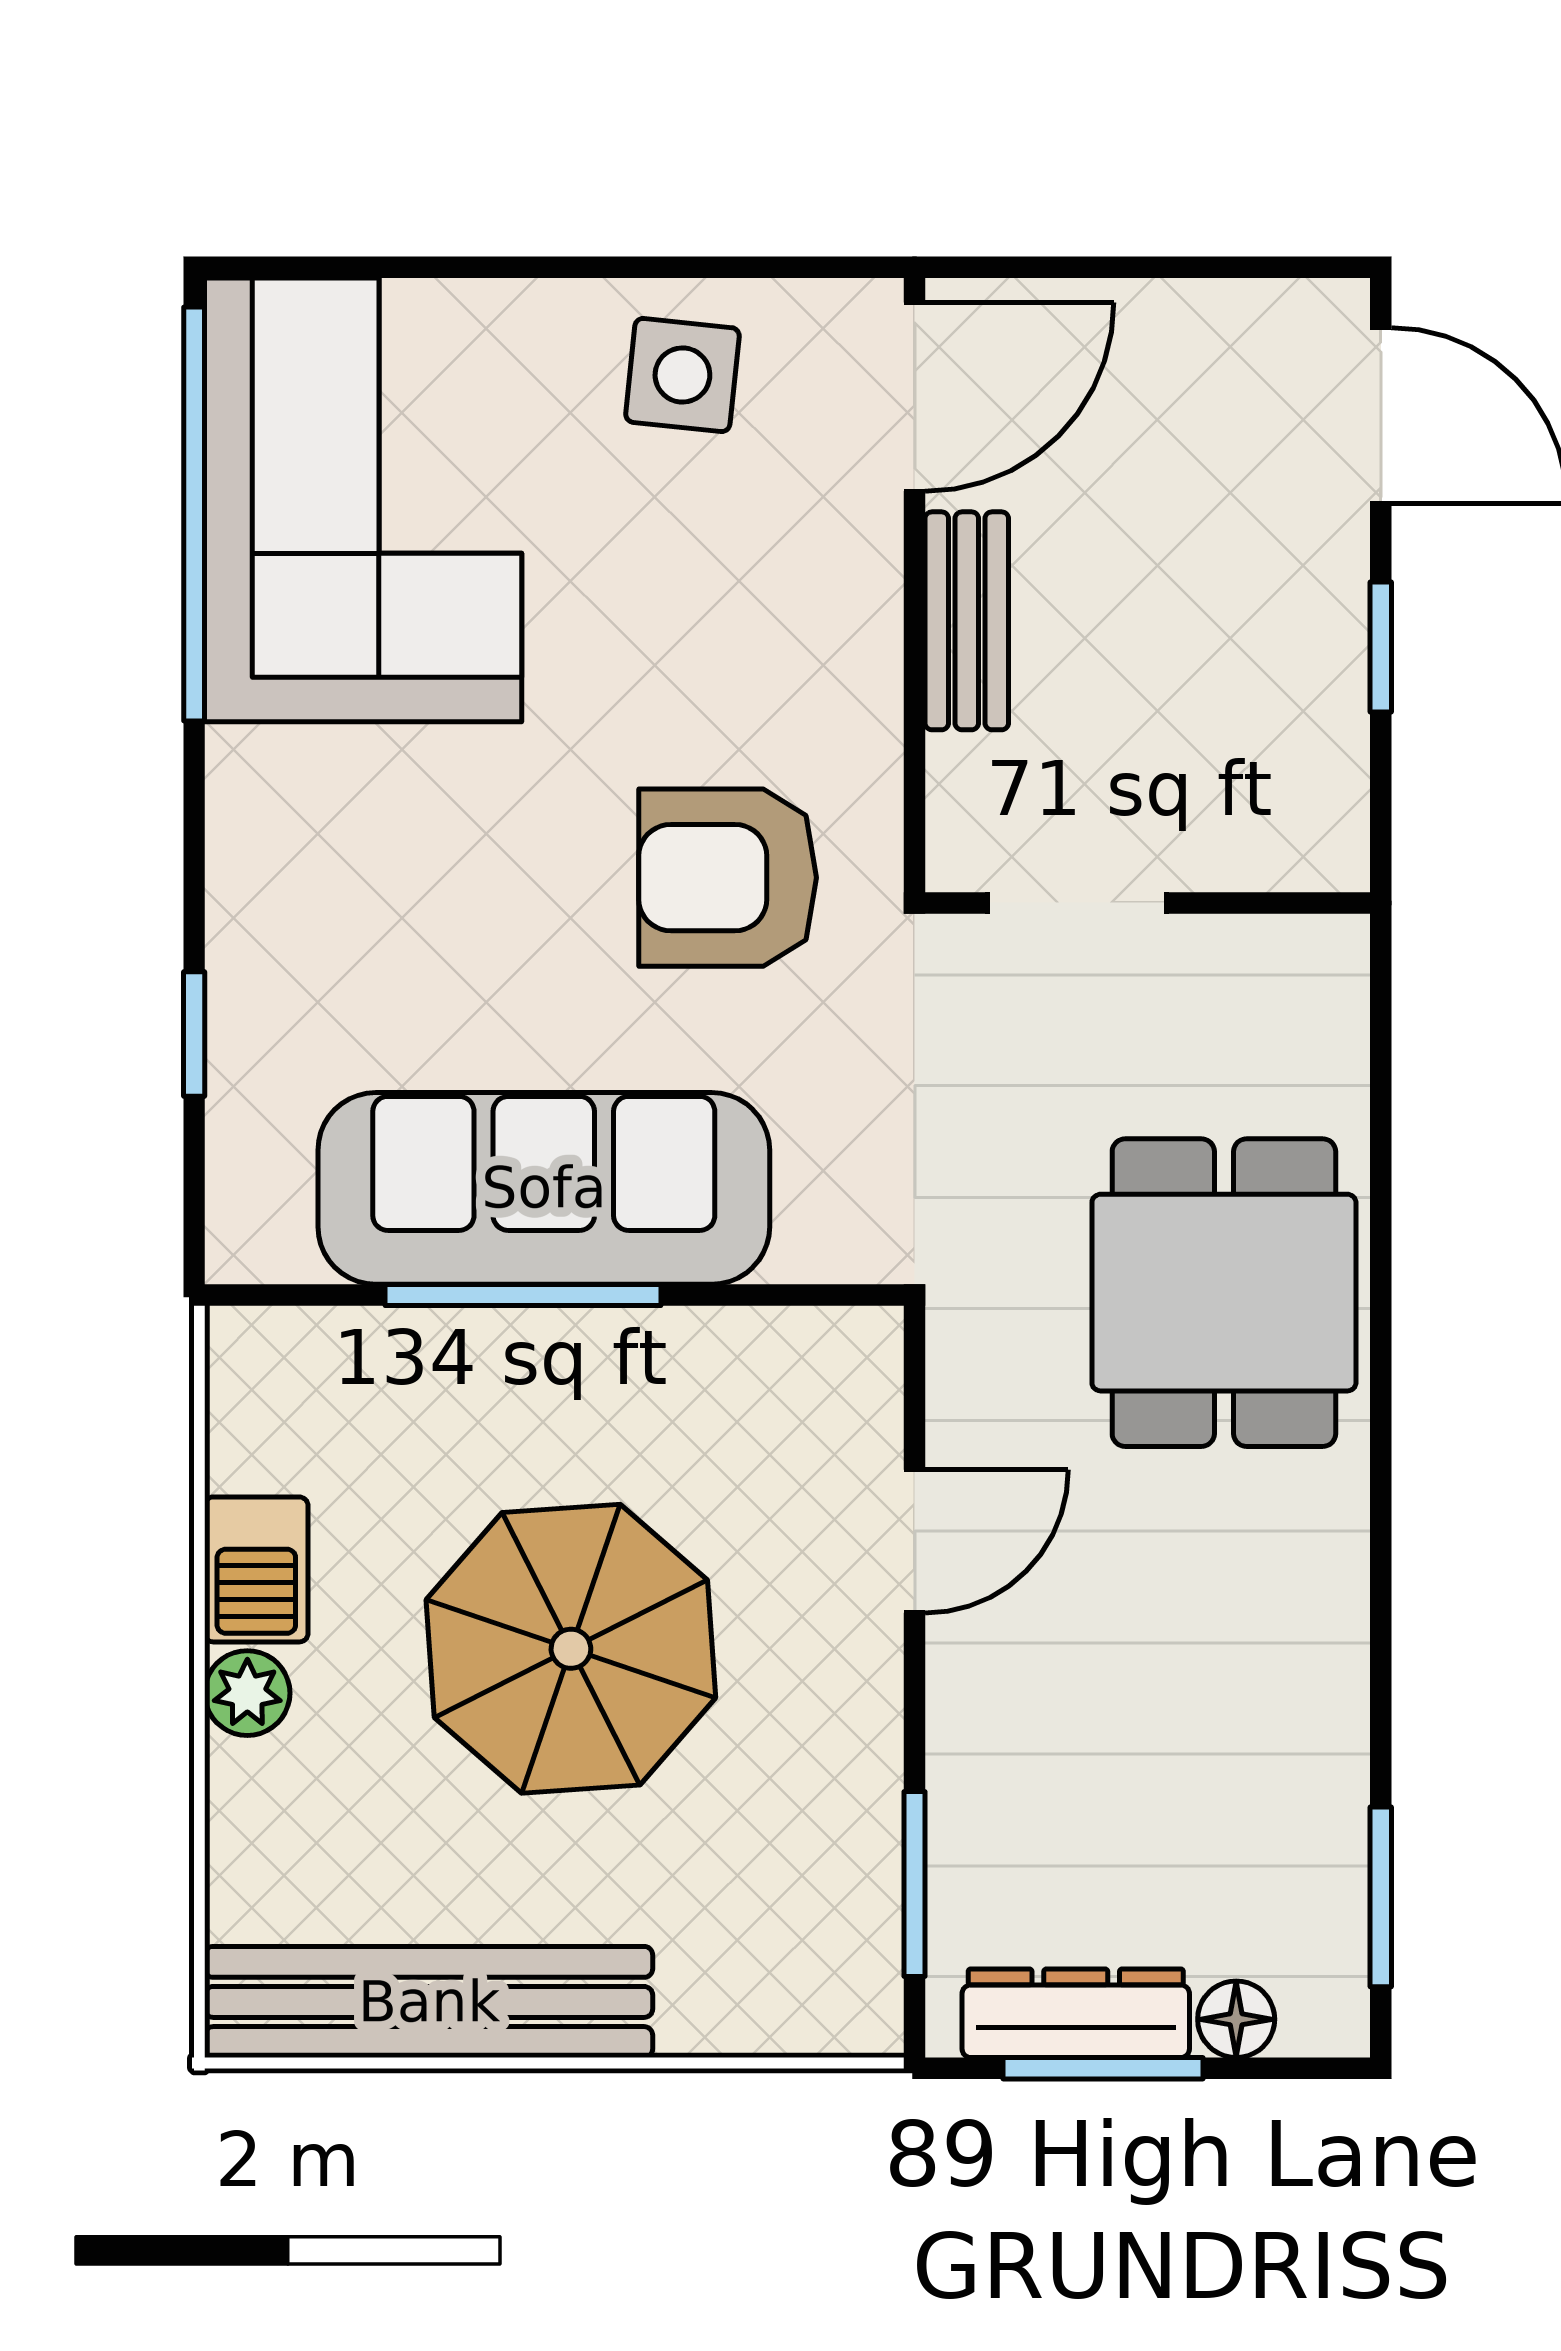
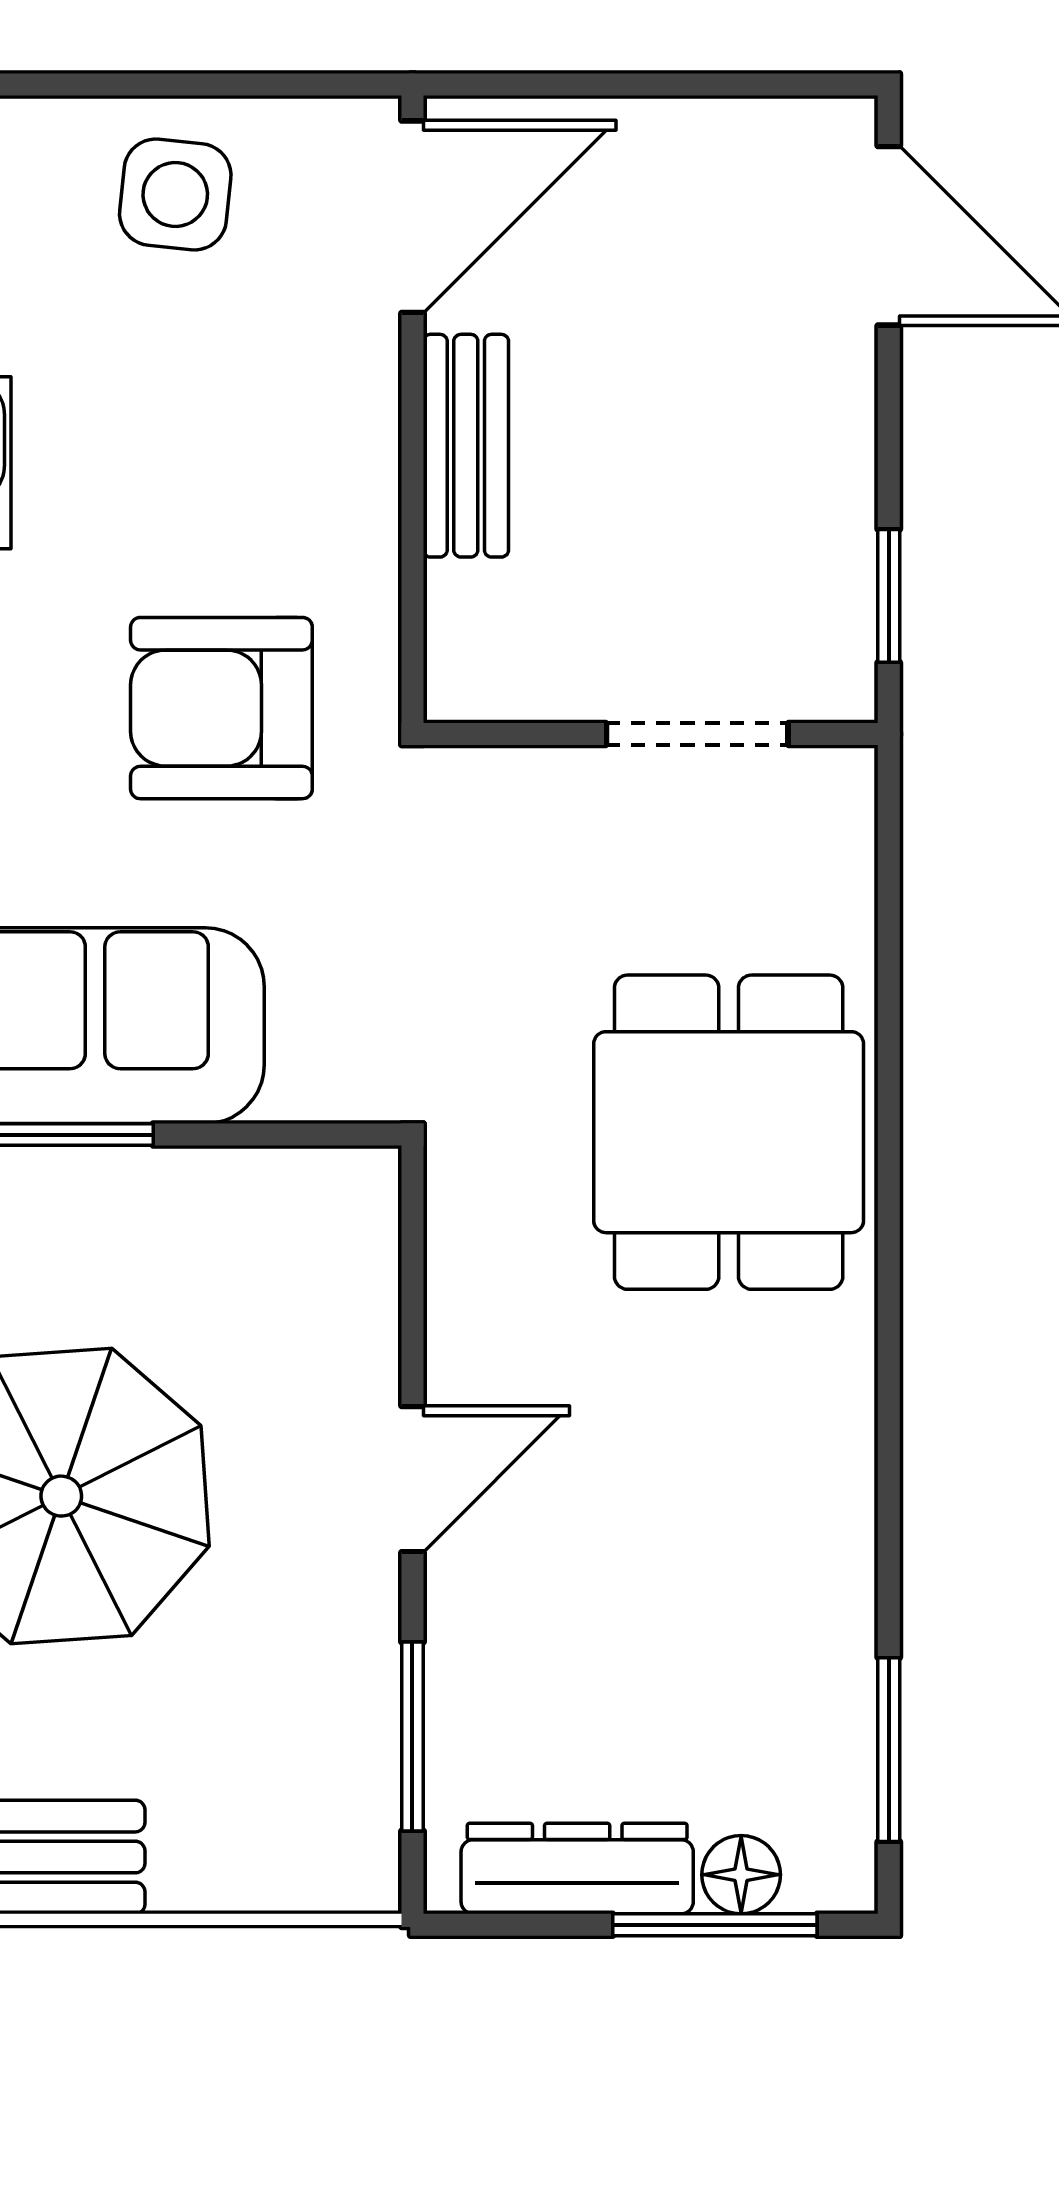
window: (1381, 647) -> (889, 596), moved
doorway: (1077, 903) -> (697, 734), moved
door: (915, 1541) -> (412, 1479), moved
window: (1103, 2068) -> (715, 1925), moved

